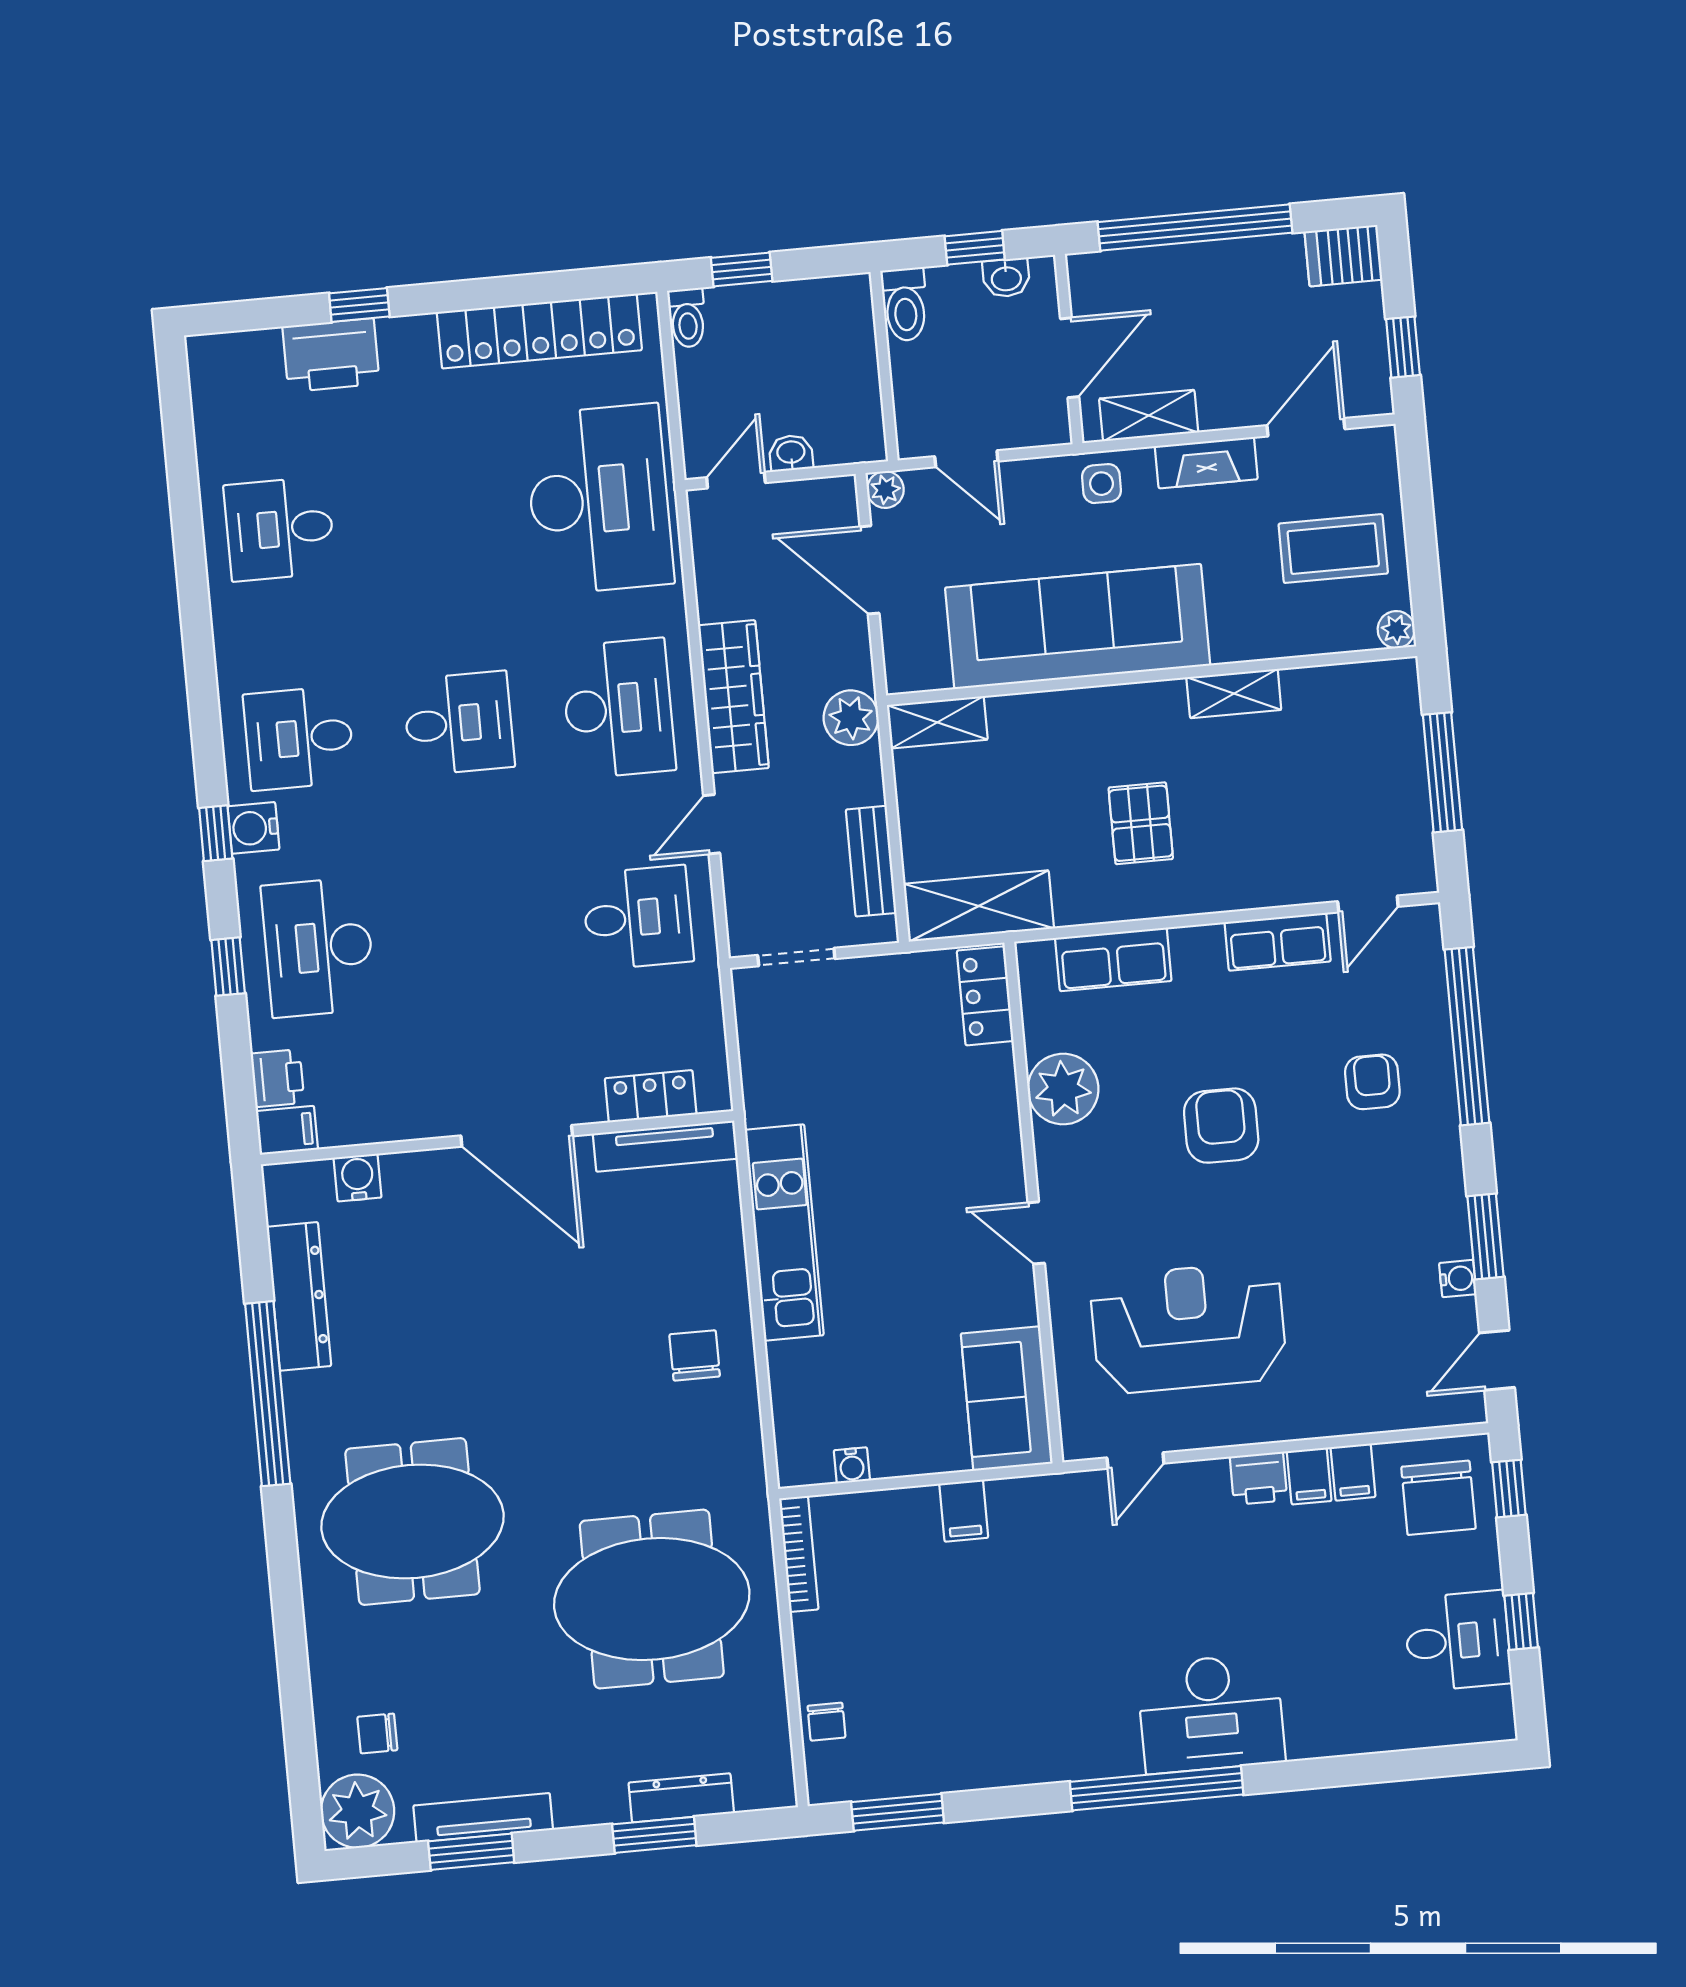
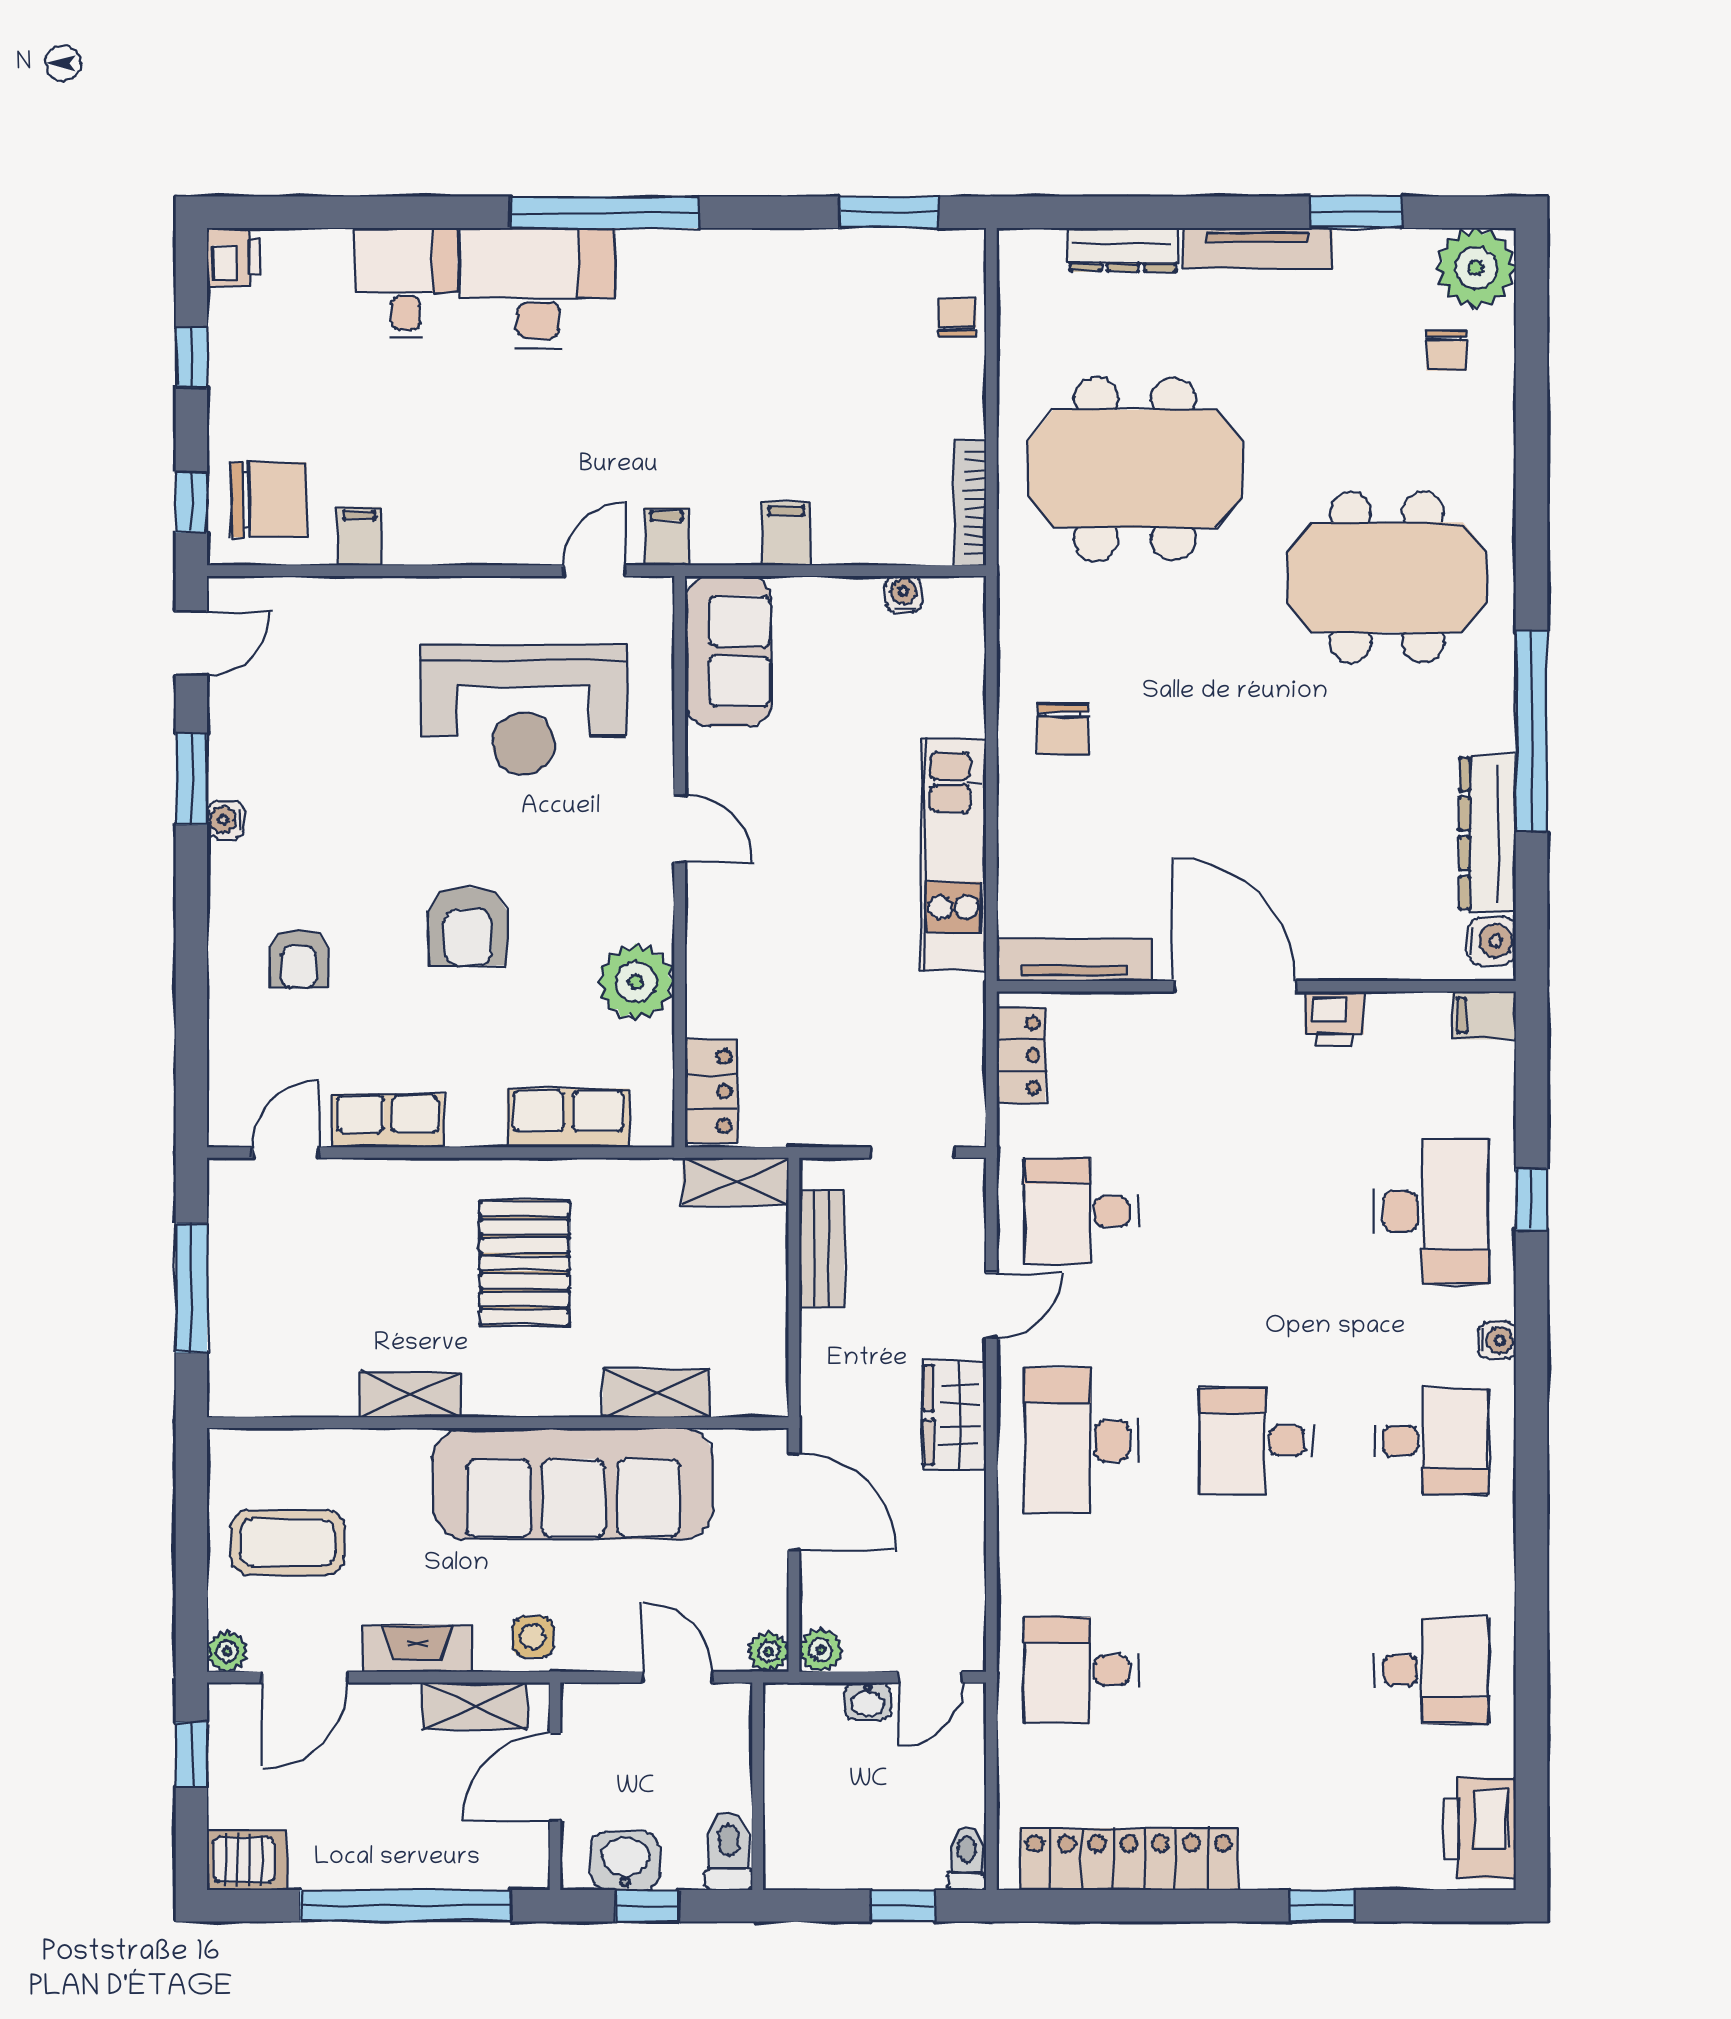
washbasin: (1006, 278) -> (625, 1861), width x1.38, depth x1.45
printer: (331, 355) -> (1480, 1828), moved, turned -90
desk: (599, 499) -> (1081, 1670), width x0.53, depth x0.77
door: (870, 570) -> (794, 1502), moved
plant: (1396, 630) -> (227, 1651), moved
wardrobe: (733, 697) -> (955, 1415), width x0.67
plant: (851, 718) -> (821, 1650), moved, width x0.73, depth x0.73
shelving: (937, 722) -> (656, 1393), moved
pallet: (1141, 823) -> (525, 1263), width x1.50, depth x1.42
water cooler: (254, 828) -> (1497, 1340), width x0.72, depth x0.72
window: (216, 833) -> (1532, 1346), removed
shelving: (979, 906) -> (736, 1182), width x0.67, depth x0.75
window: (1467, 1036) -> (191, 999), removed
printer: (277, 1078) -> (1334, 1018), moved, turned -90
locker: (651, 1096) -> (1021, 1056), moved, turned -90
water cooler: (358, 1178) -> (1492, 941), moved, turned -90
water cooler: (1458, 1279) -> (226, 820), moved
filing cabinet: (1309, 1476) -> (667, 536), moved
printer: (1259, 1478) -> (234, 257), moved, turned 90
chair: (1438, 1498) -> (269, 500), turned 90
desk: (1458, 1641) -> (406, 283), moved, turned 90
chair: (377, 1733) -> (1447, 350), turned 90
tv unit: (483, 1818) -> (1258, 248), moved
window: (654, 1835) -> (1156, 212), removed

